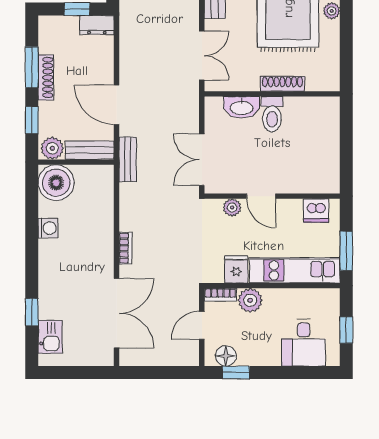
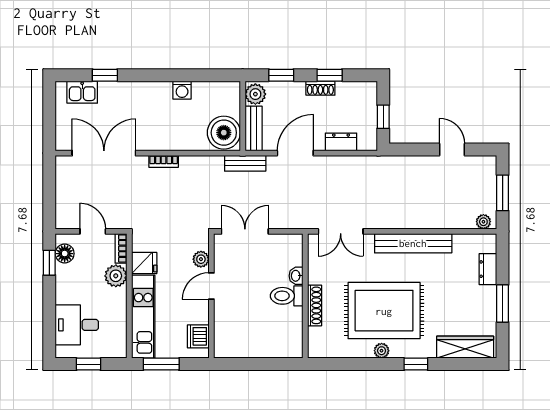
dresser: (97, 25) -> (341, 142), moved, turned 90
window: (32, 67) -> (330, 75), width x0.67
shoe rack: (46, 77) -> (320, 88), width x0.70
washbasin: (242, 107) -> (296, 276), width x0.52, depth x0.69
boiler: (56, 183) -> (224, 133), moved
double door: (117, 313) -> (104, 153), swing flipped

